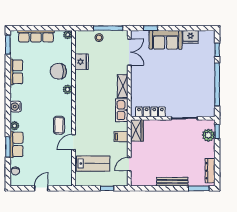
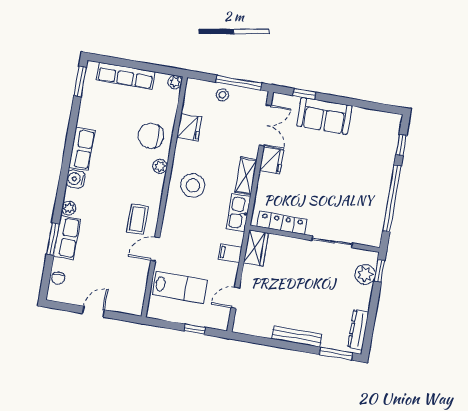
fridge: (190, 37) -> (272, 161), moved, turned -90
row of seats: (16, 72) -> (82, 149), moved
stool: (90, 98) -> (193, 185), added

